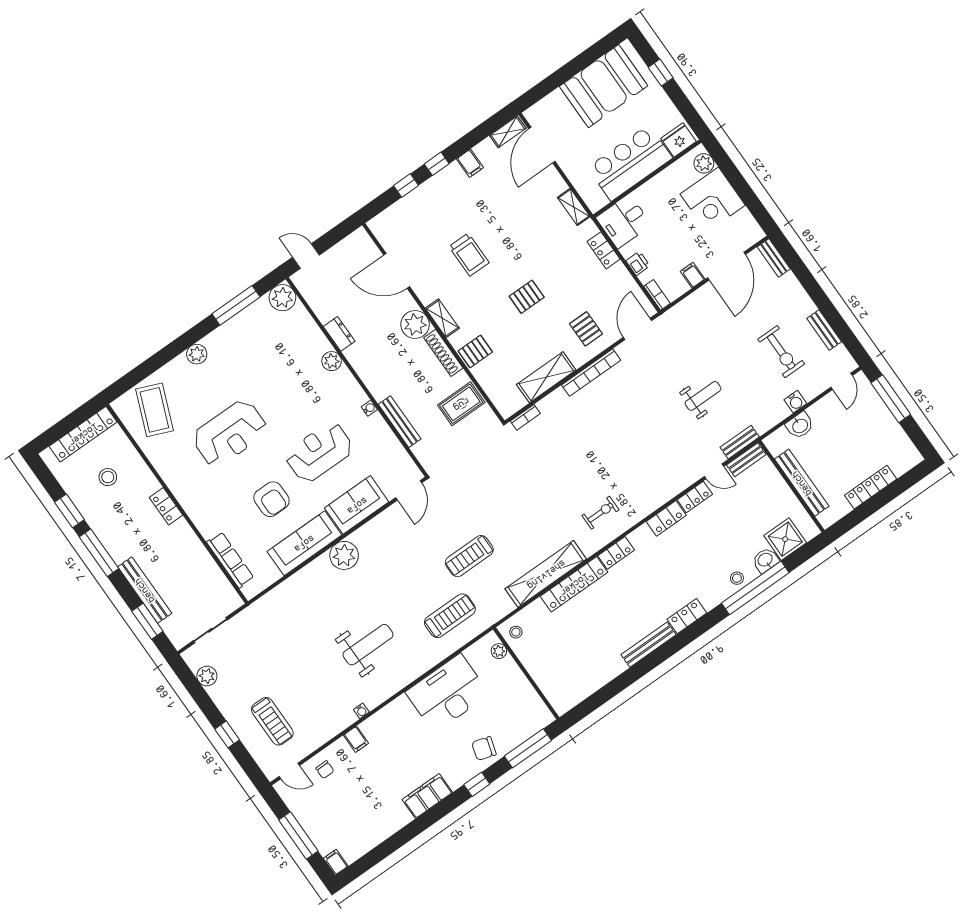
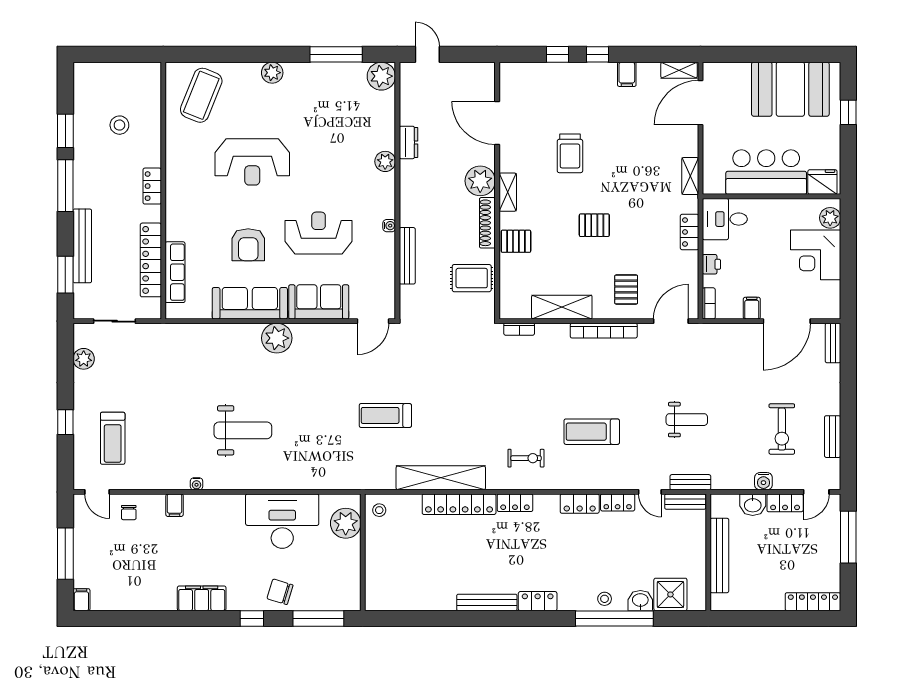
locker: (824, 407) -> (785, 503), added
locker: (83, 434) -> (151, 260), moved, turned 90
locker: (871, 487) -> (813, 602), moved
treadmill: (450, 616) -> (592, 432), moved, turned 180
plant: (499, 651) -> (346, 523), width x1.88, depth x1.88

